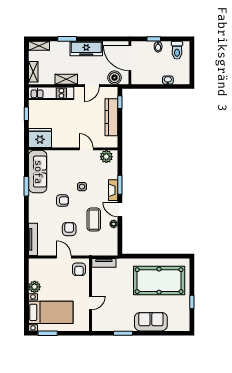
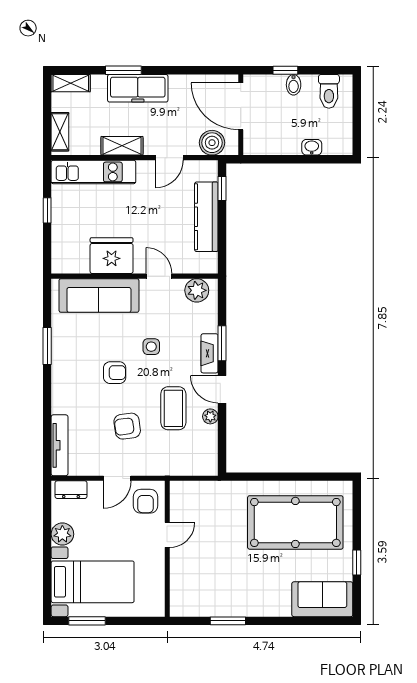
freezer: (86, 49) -> (138, 88), moved
fridge: (40, 138) -> (112, 256), moved
sofa: (38, 172) -> (99, 295), moved, turned 90
armchair: (69, 229) -> (127, 426), turned -98
door: (64, 257) -> (117, 478), swing flipped
dresser: (39, 263) -> (71, 490), added
tv unit: (104, 263) -> (192, 489), removed
door: (91, 303) -> (167, 535), moved
sofa: (151, 322) -> (322, 599), moved

